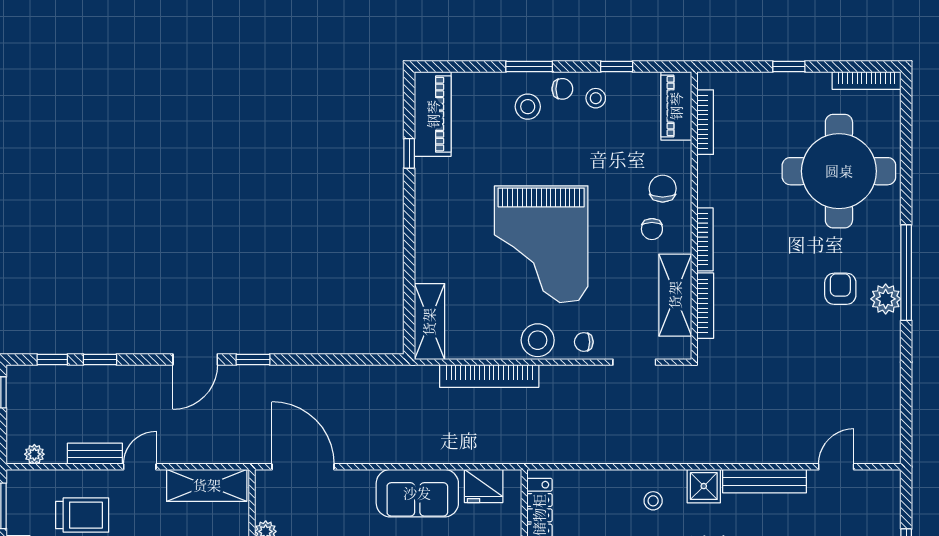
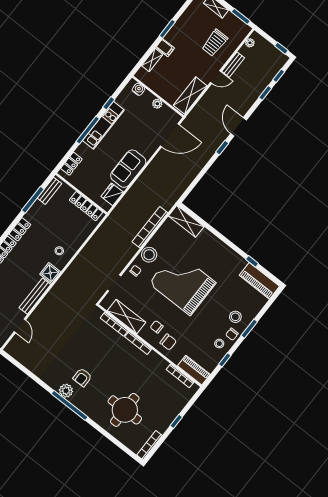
round table: (839, 171) -> (125, 410), width x0.73, depth x0.73
armchair: (840, 289) -> (82, 377), turned 90
door: (140, 467) -> (216, 77), hinge flipped

